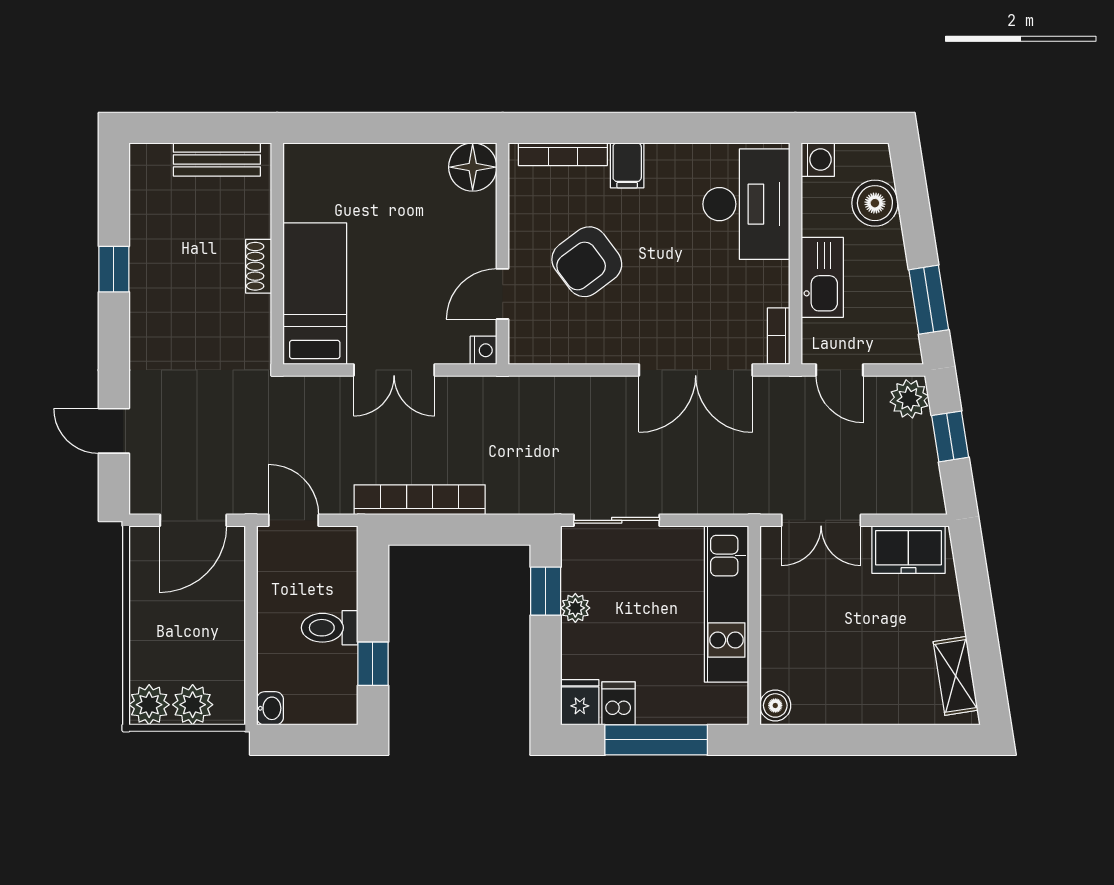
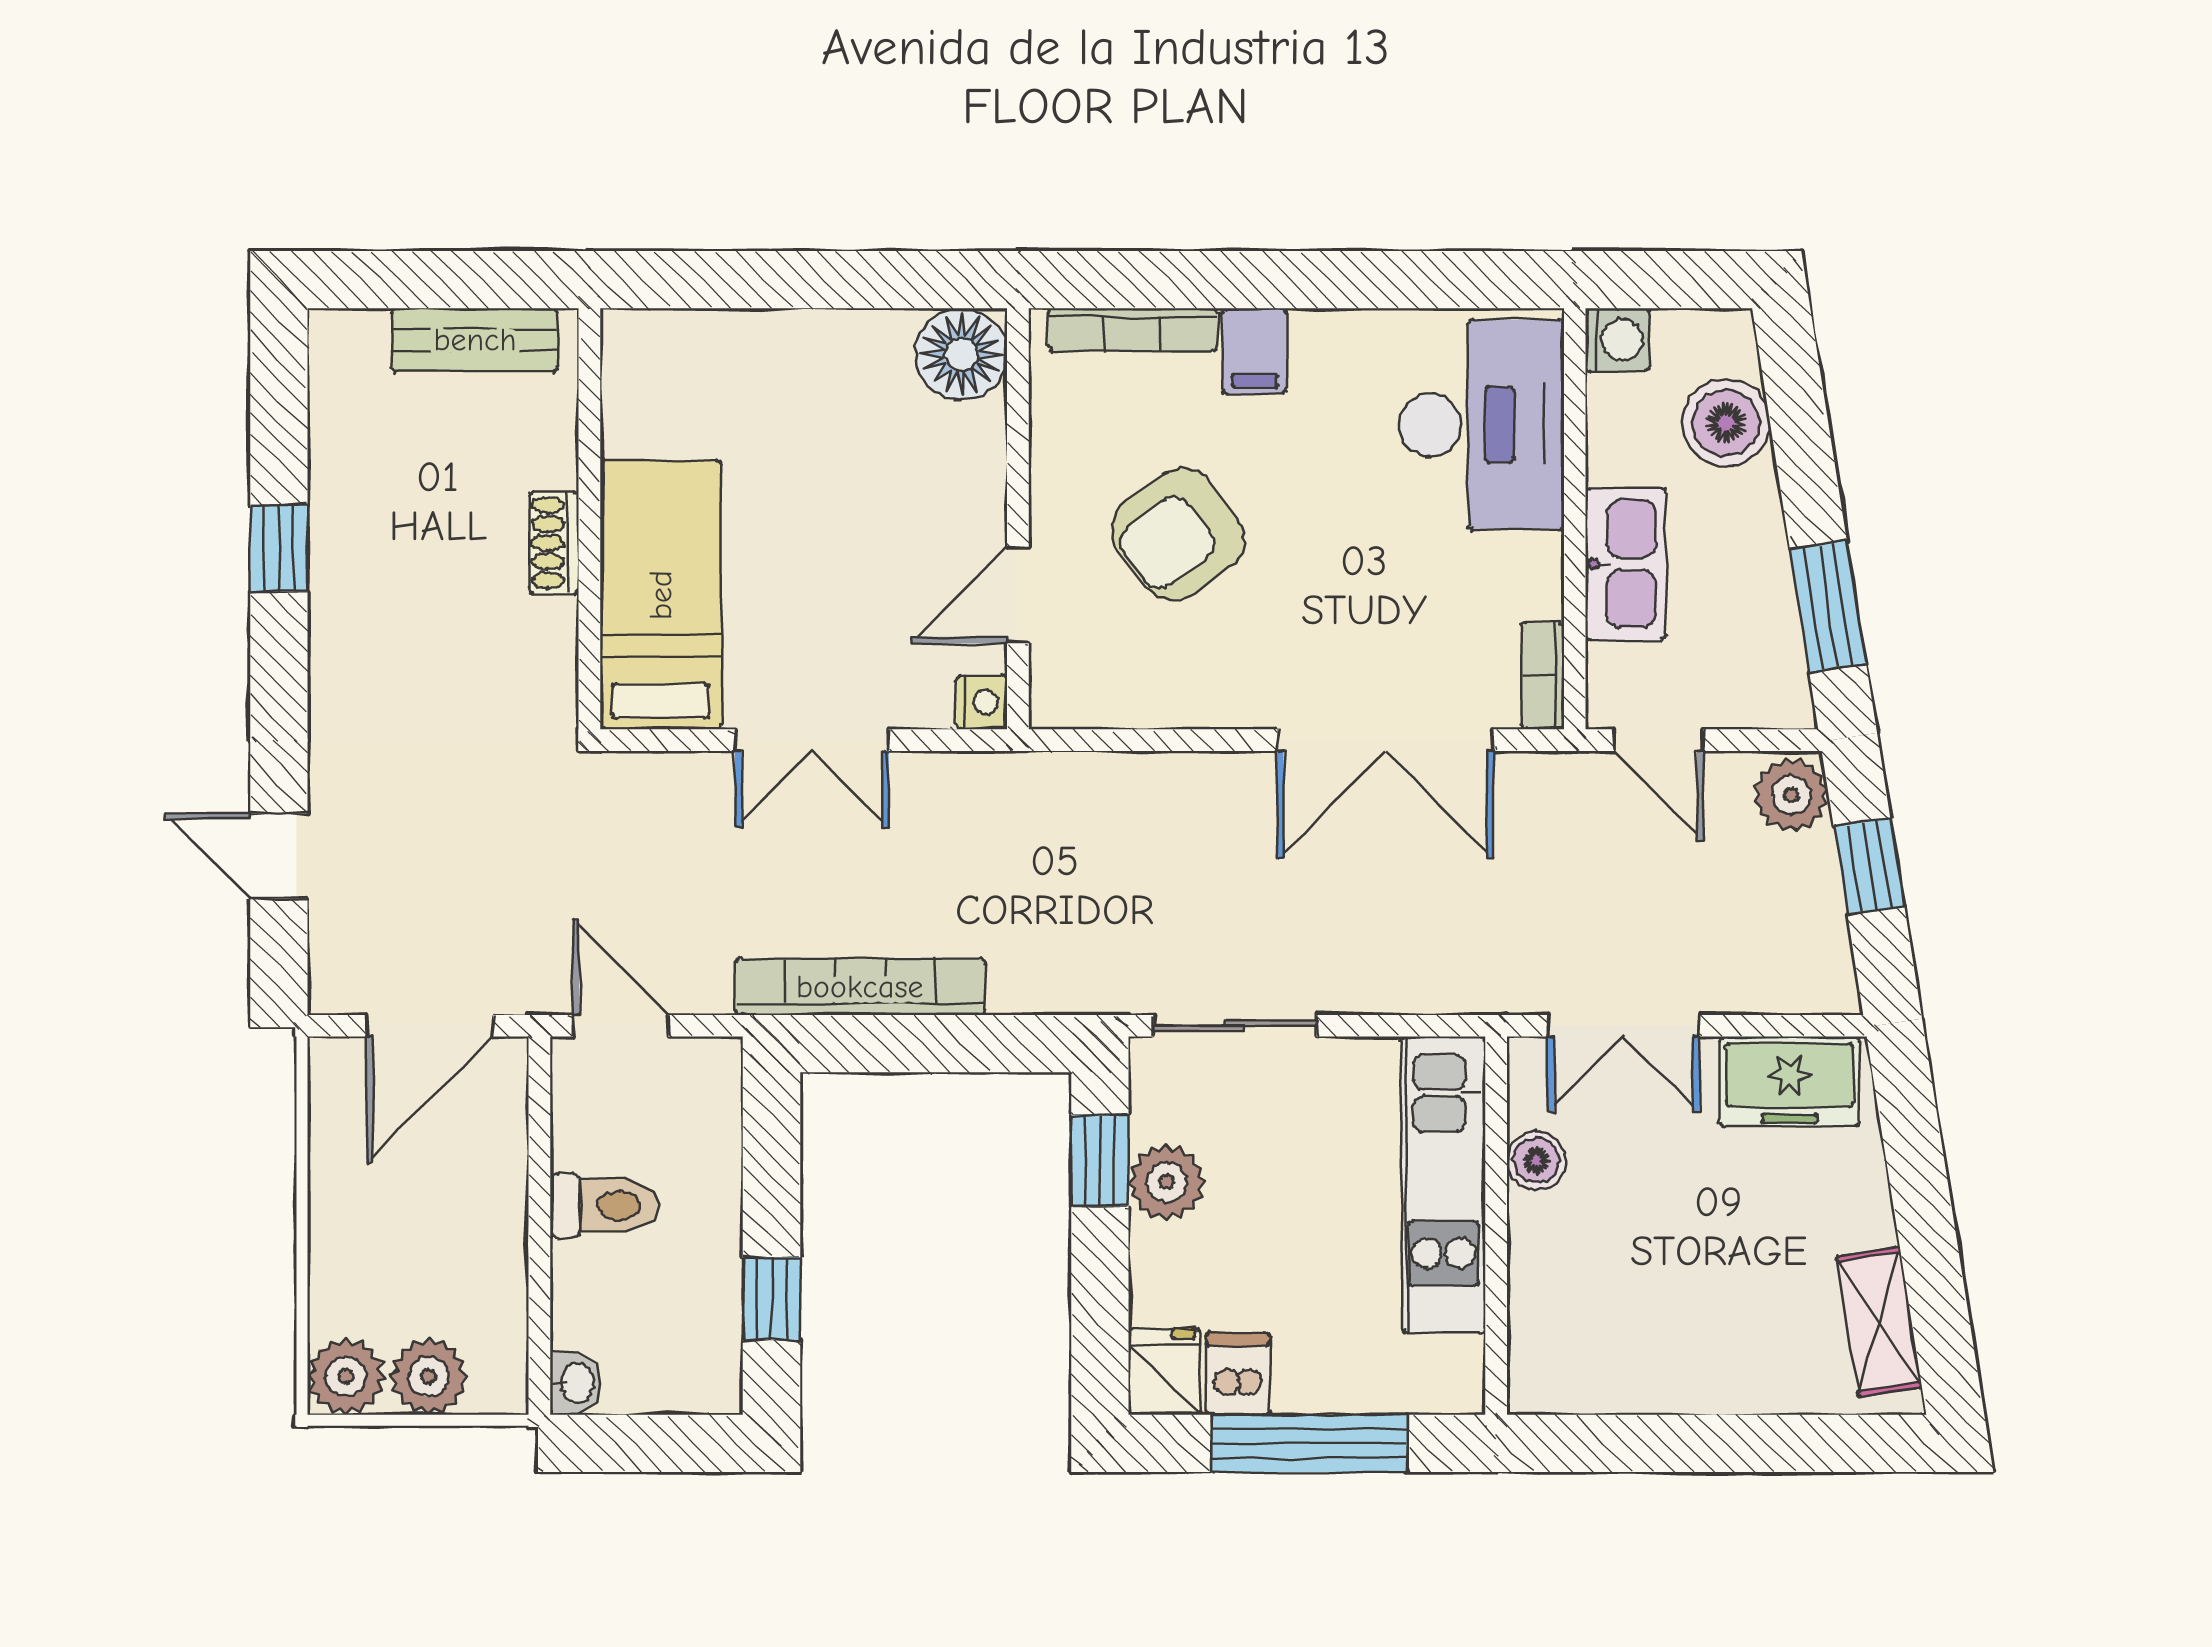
plant: (575, 608) -> (1167, 1182), width x1.38, depth x1.38
toilet: (330, 628) -> (604, 1206), moved, turned 180
boiler: (775, 705) -> (1536, 1160), moved

